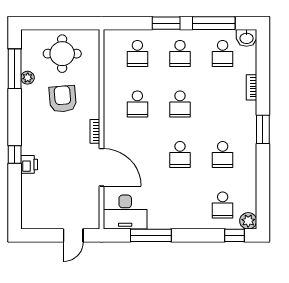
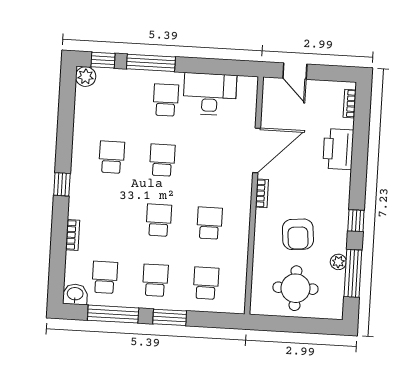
window: (263, 129) -> (62, 184), width x0.67
window: (15, 154) -> (356, 221), moved
printer: (29, 164) -> (338, 149), width x1.87, depth x1.48
door: (101, 167) -> (257, 150), swing flipped
school desk: (223, 205) -> (166, 100), moved
bookcase: (26, 211) -> (350, 104), added
desk: (125, 212) -> (210, 94), moved
door: (73, 235) -> (295, 71), swing flipped
window: (151, 235) -> (151, 63), moved

